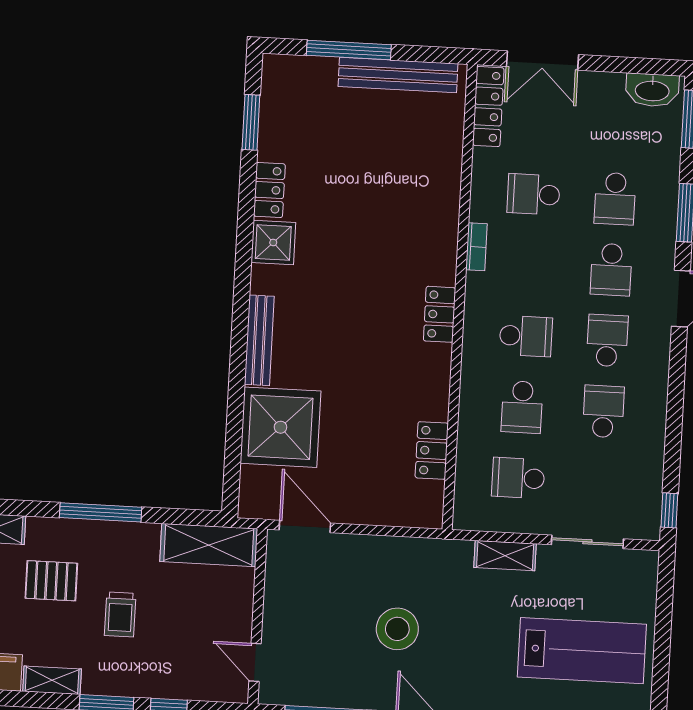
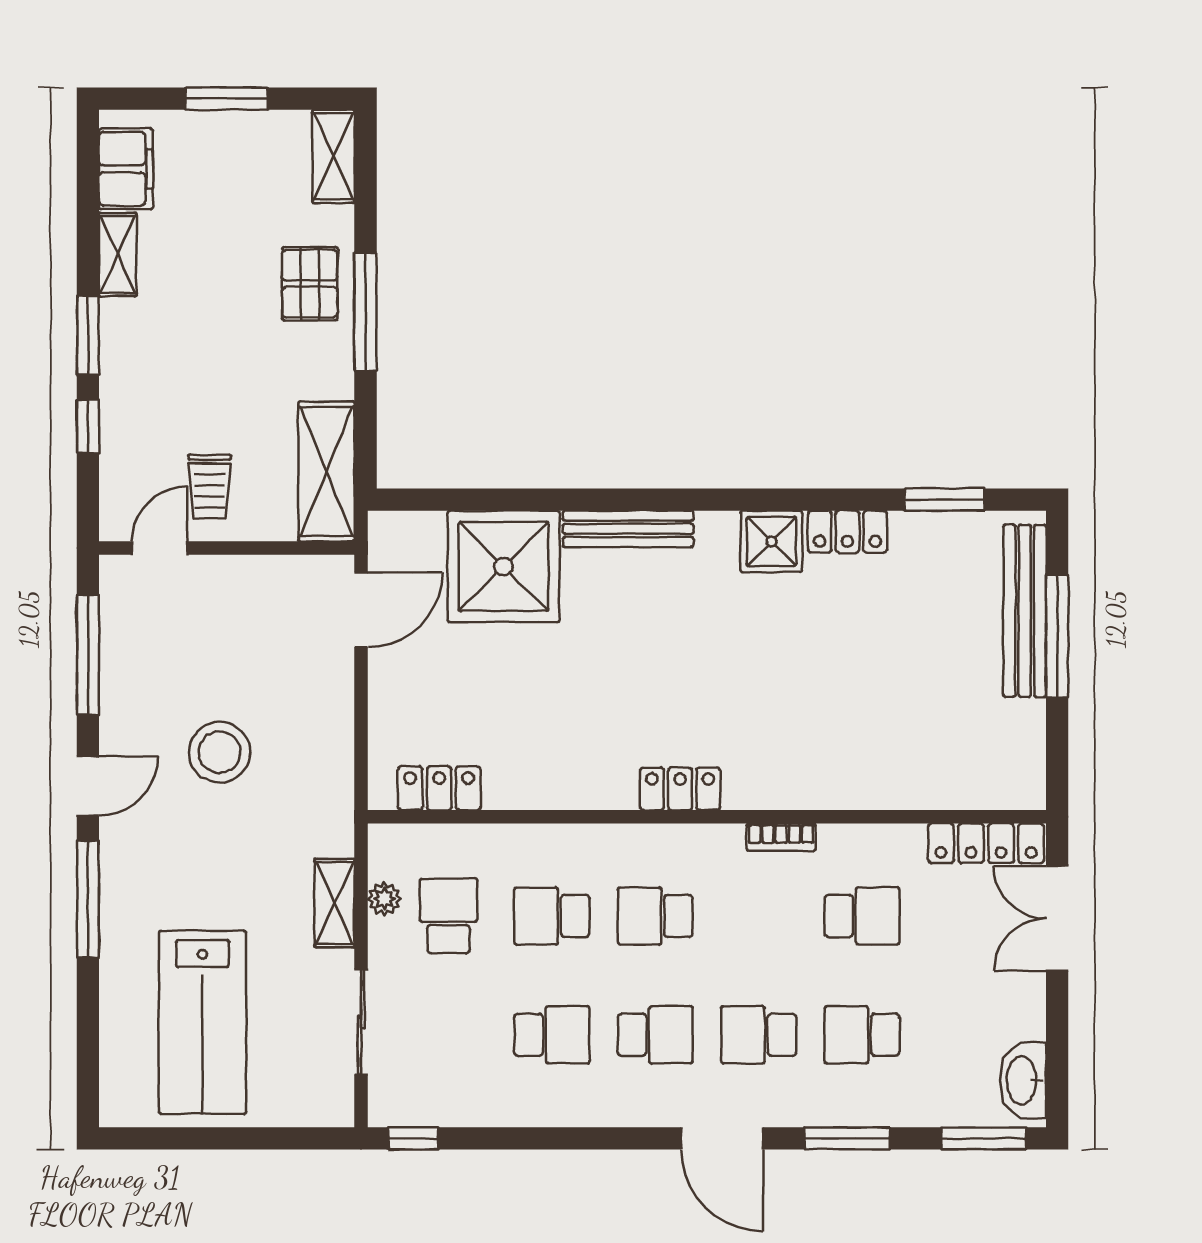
bench: (398, 75) -> (1025, 611), moved
school desk: (534, 194) -> (862, 916), turned 90
school desk: (526, 336) -> (655, 916), turned 90
locker: (432, 450) -> (439, 788), moved
plant: (504, 521) -> (384, 899), added
pallet: (51, 581) -> (310, 284), moved
trolley: (120, 614) -> (210, 486), moved, turned -90

